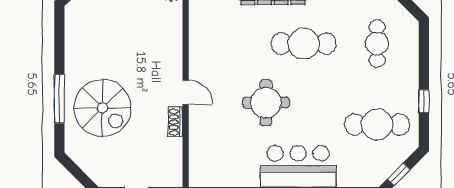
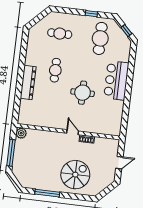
cafe table: (304, 44) -> (55, 70), width x0.73, depth x0.74
door: (186, 92) -> (73, 132), hinge flipped
window: (59, 99) -> (47, 193), moved

